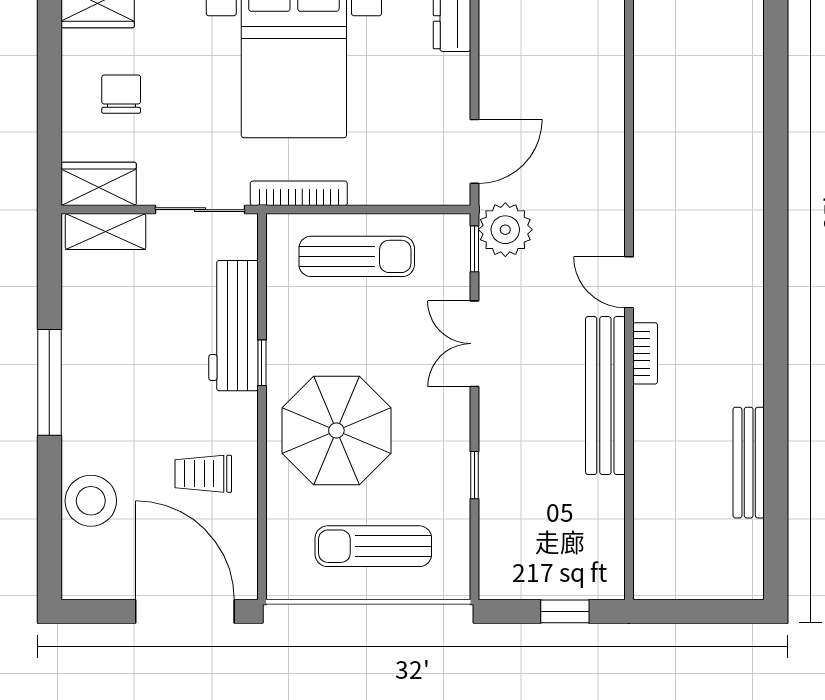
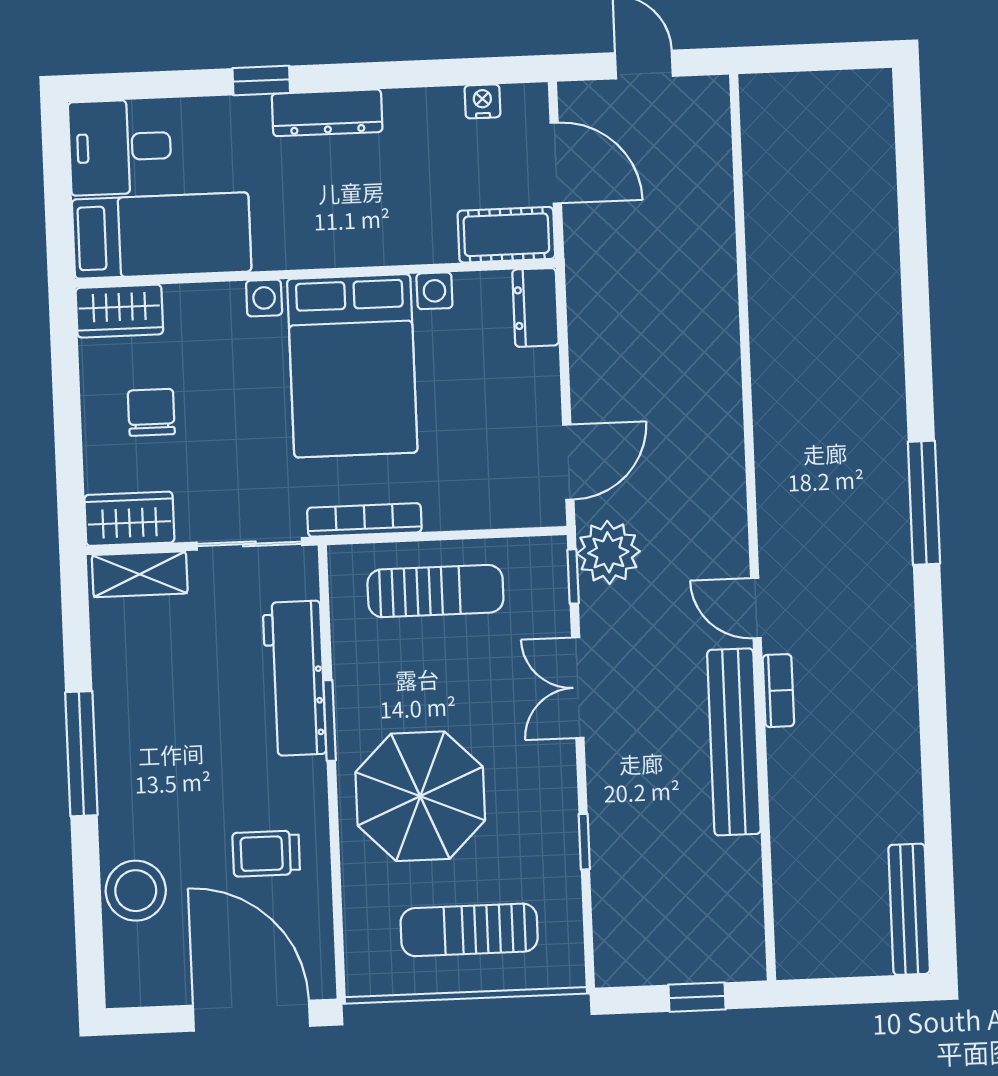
window: (776, 199) -> (924, 503), added
window: (262, 363) -> (330, 720), width x1.50
bench: (749, 463) -> (909, 909), moved

